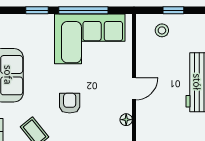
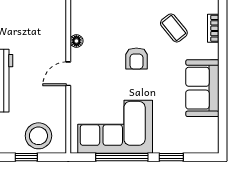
stool: (162, 30) -> (38, 136), width x1.89, depth x1.89

